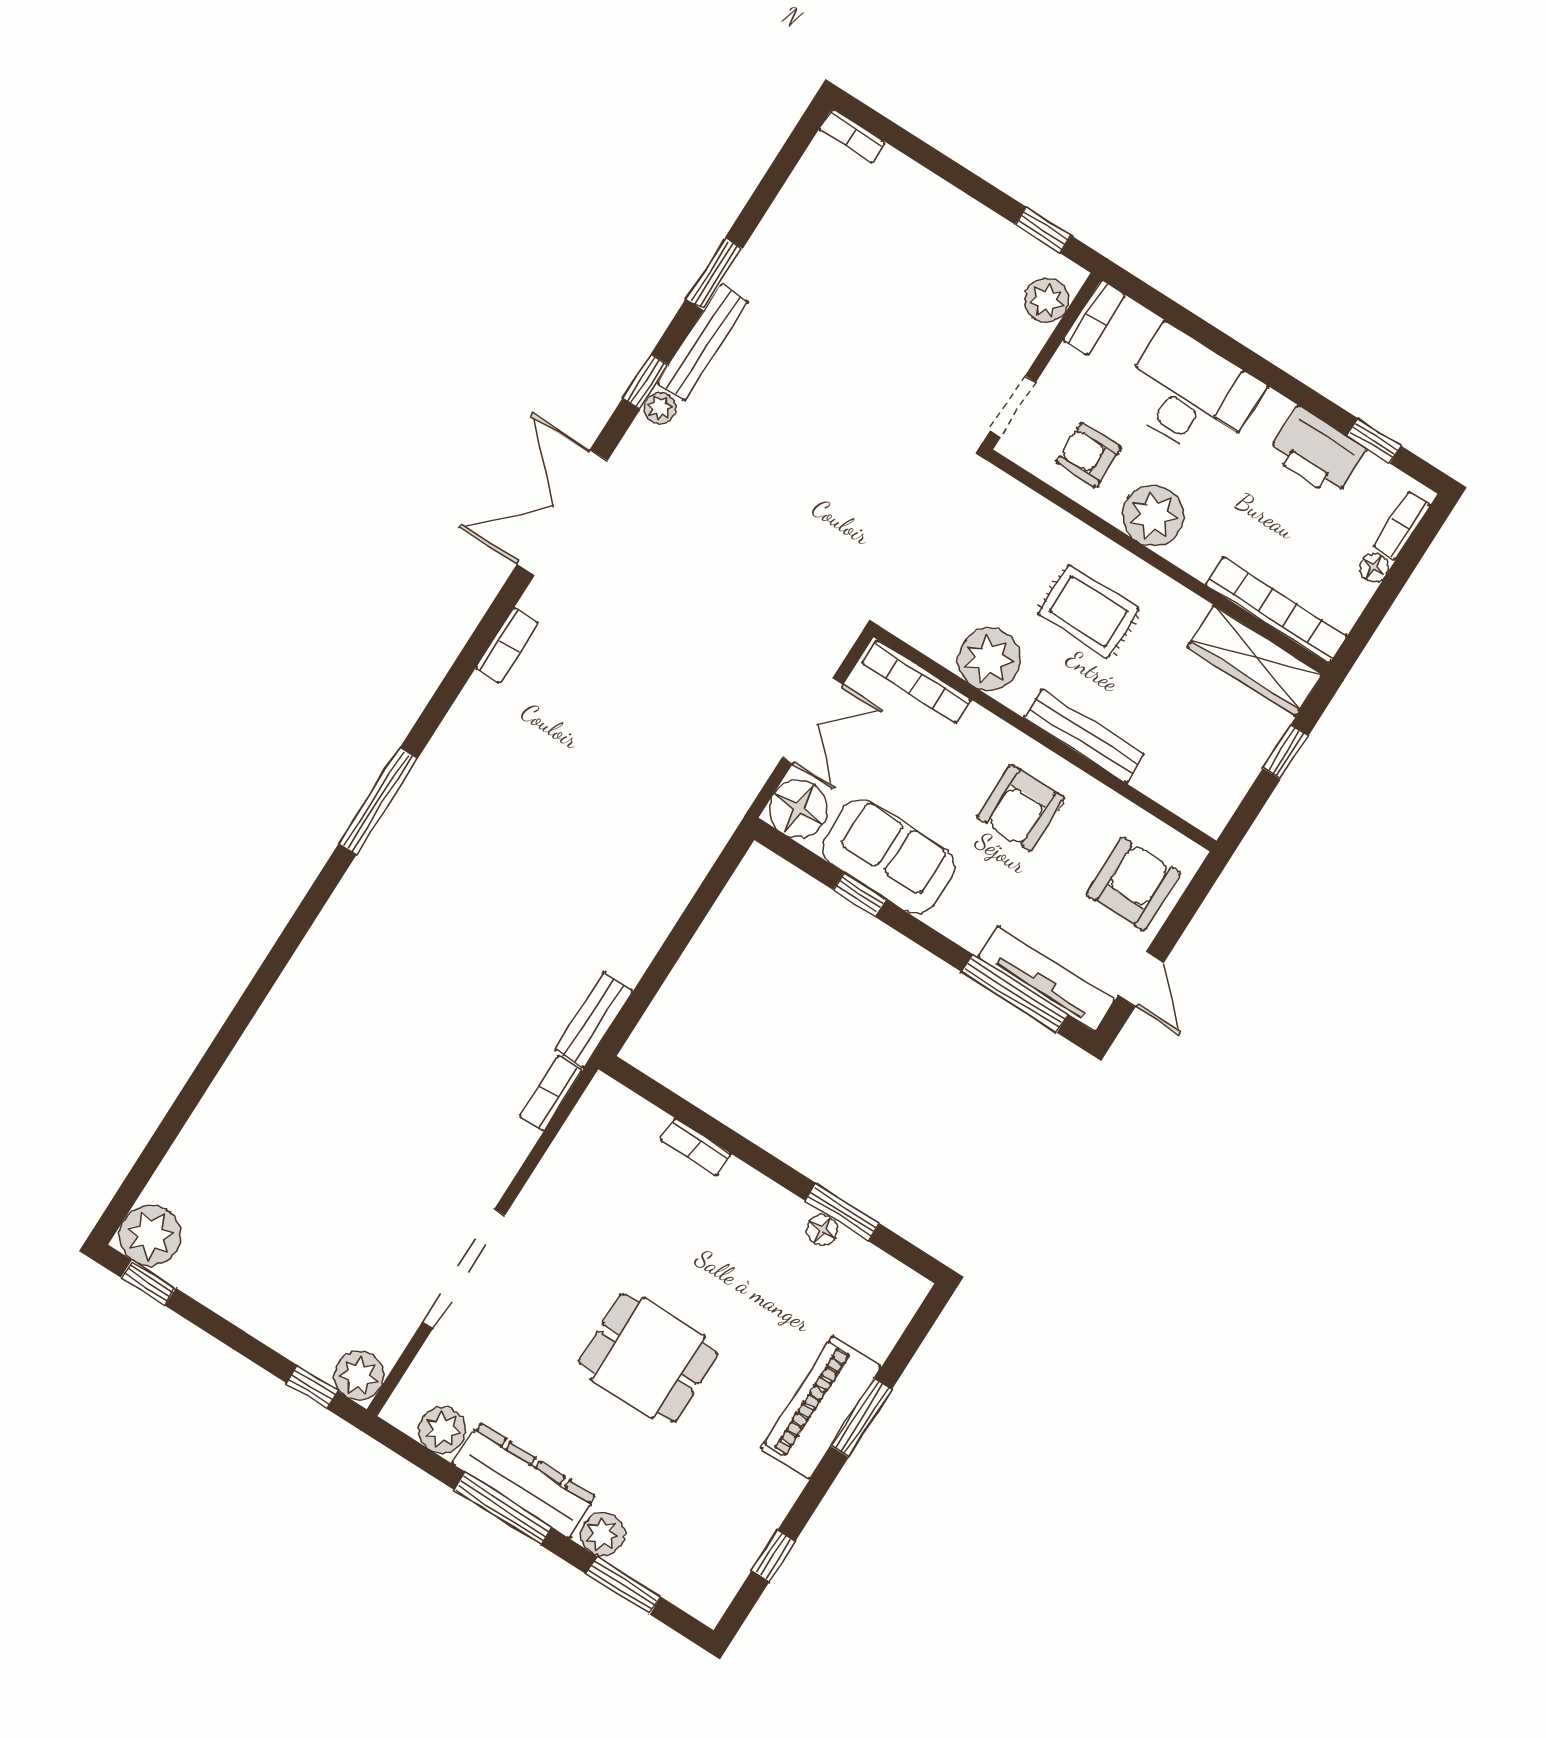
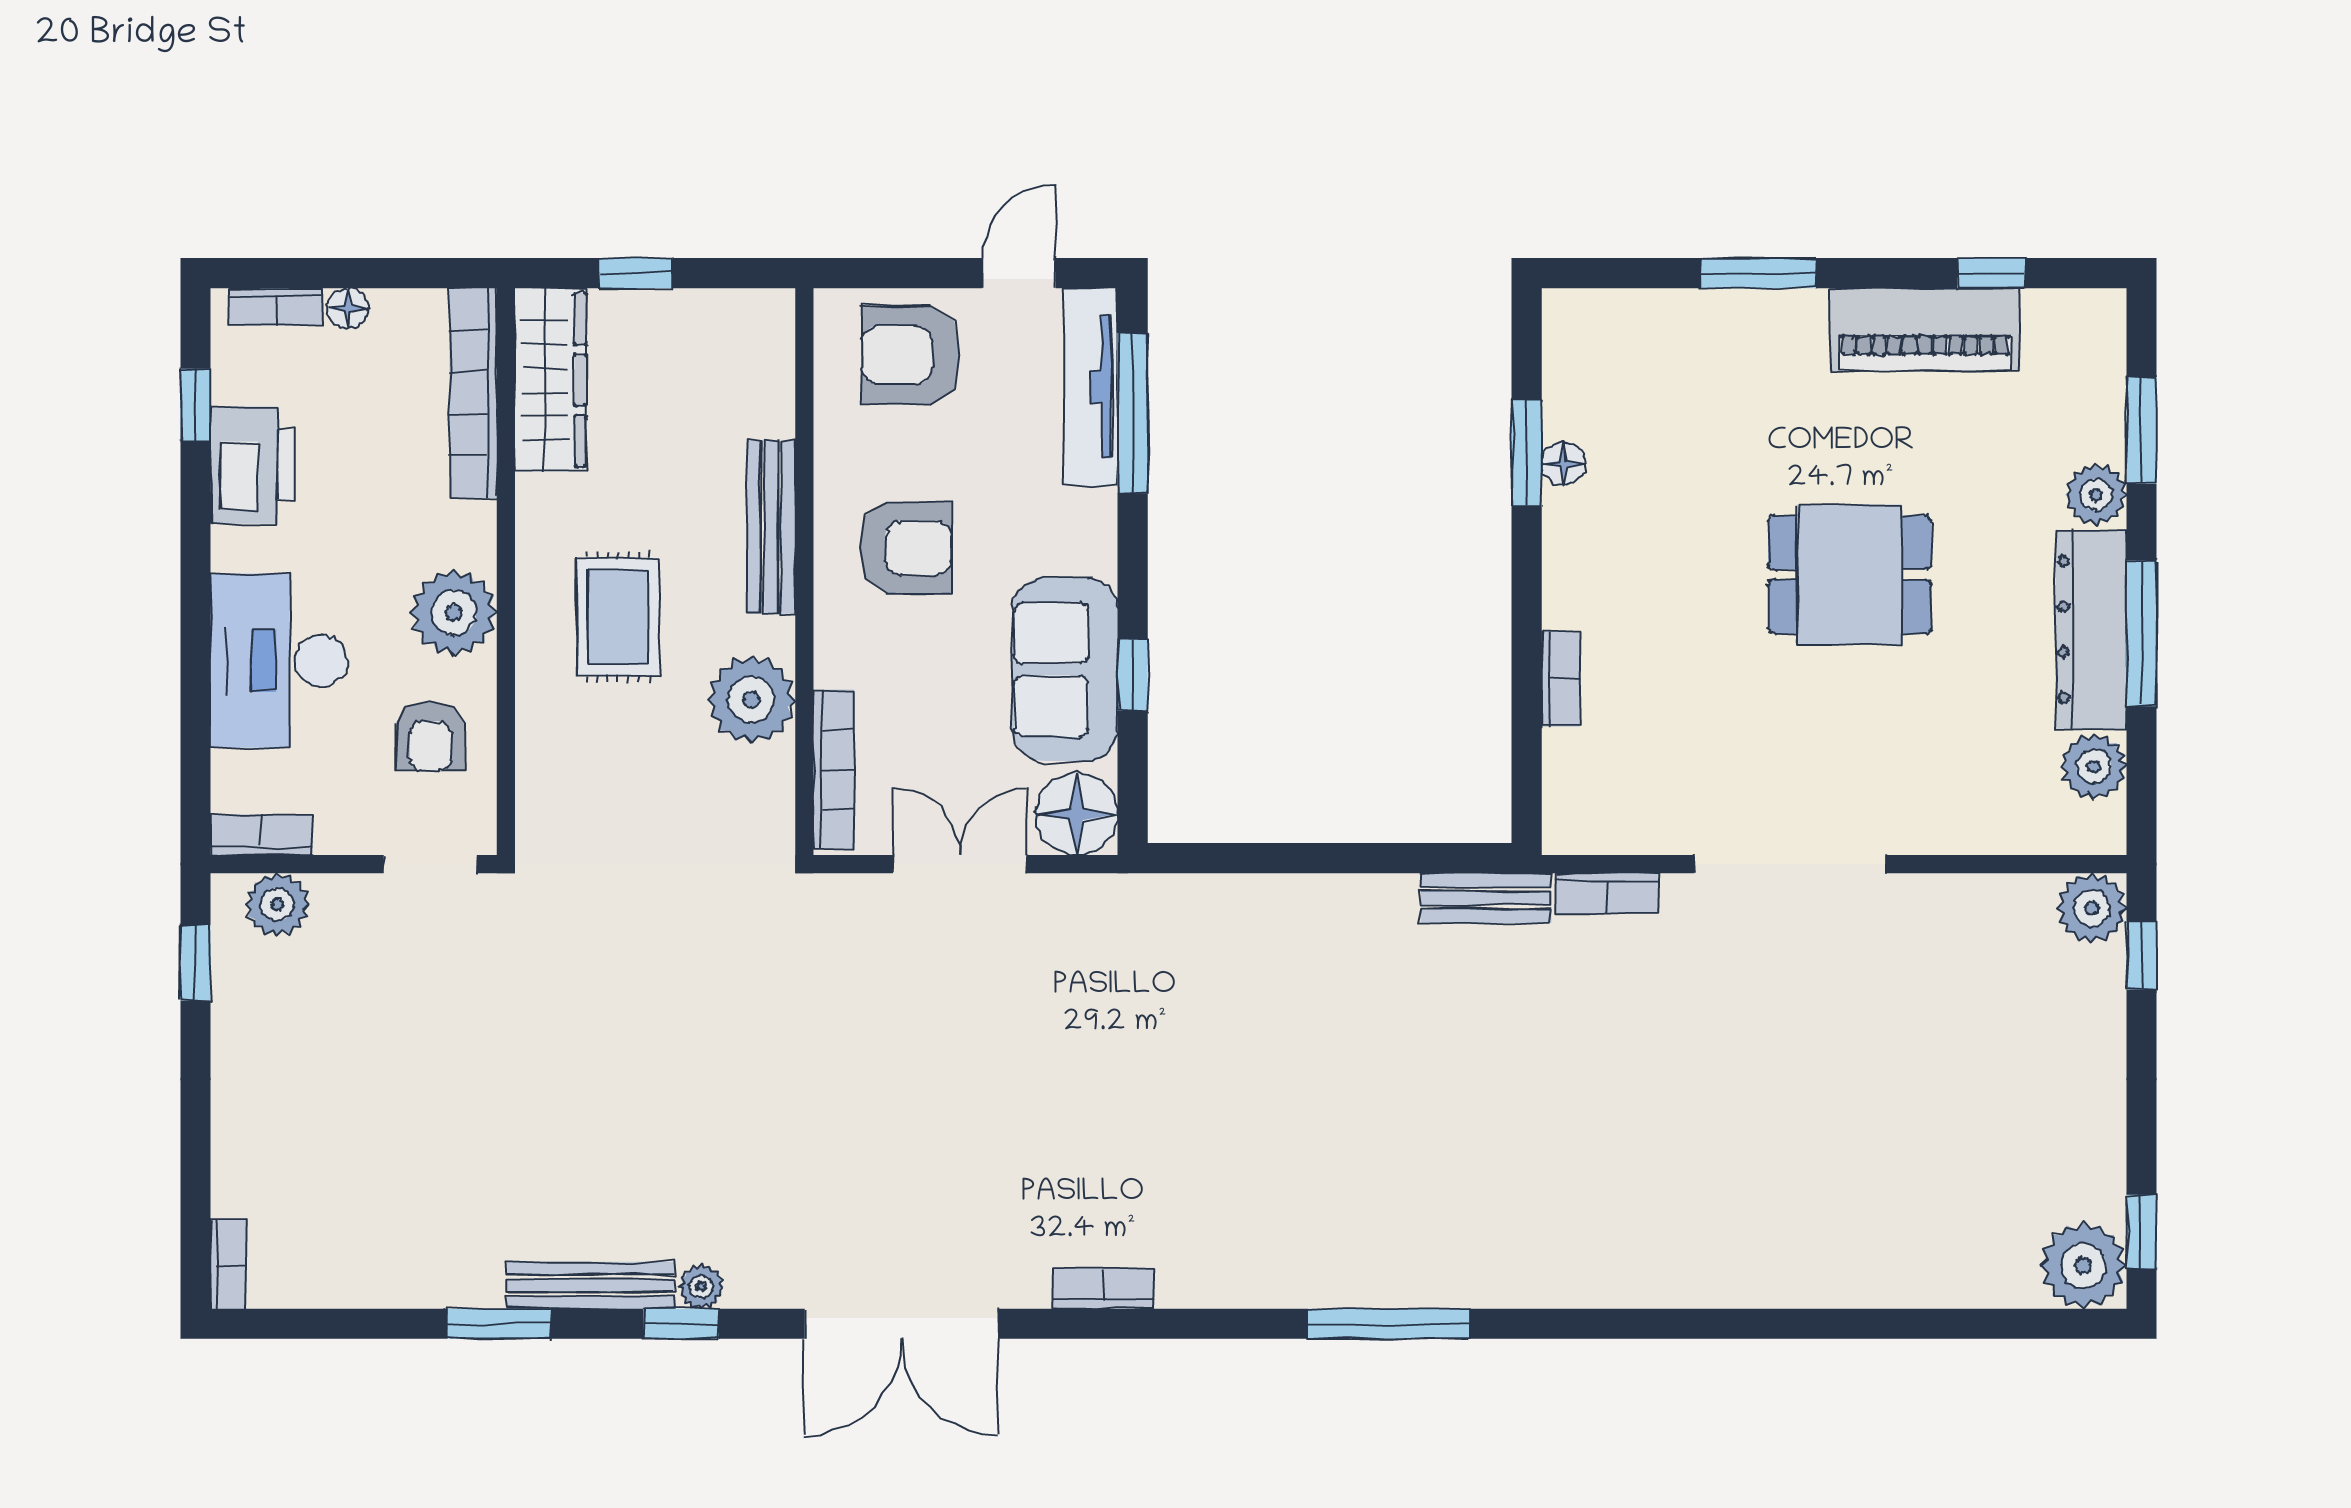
doorway: (463, 1269) -> (1790, 864), moved
dining table: (648, 1358) -> (1850, 575), turned 90
piano: (821, 1408) -> (1925, 329), moved

